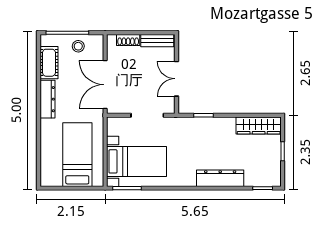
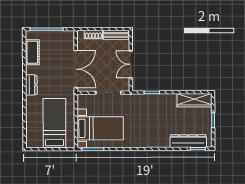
stool: (78, 46) -> (55, 39), removed
double door: (105, 85) -> (76, 69), swing flipped
dresser: (48, 99) -> (31, 85), width x0.70
dresser: (220, 178) -> (188, 141), moved

